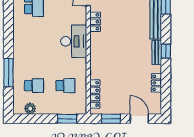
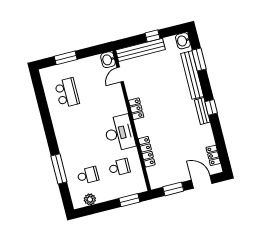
locker: (95, 22) -> (136, 109), moved
desk: (74, 41) -> (119, 133), moved
locker: (156, 83) -> (213, 155), moved
locker: (95, 94) -> (147, 152), moved

